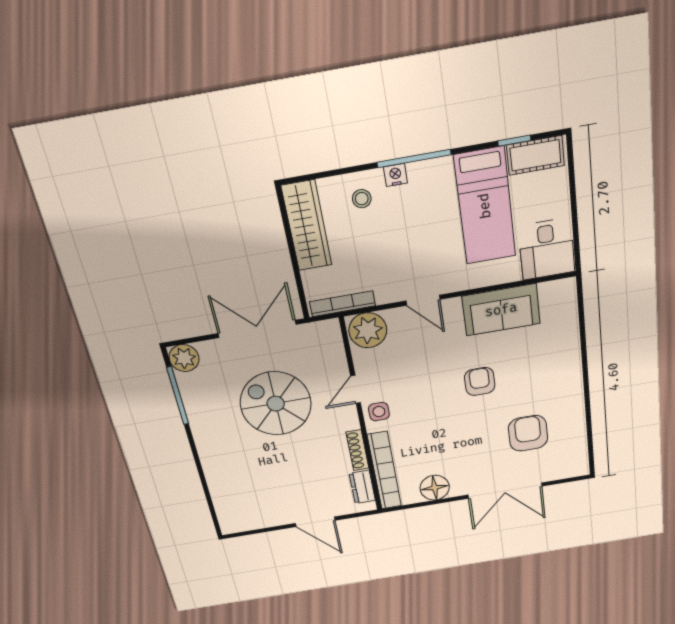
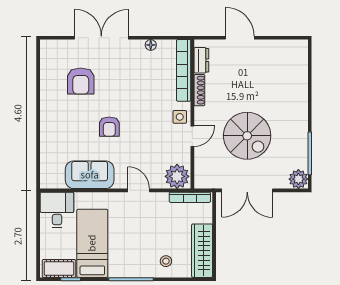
nightstand: (395, 175) -> (144, 272), removed
floor lamp: (435, 488) -> (151, 45), width x0.53, depth x0.53

